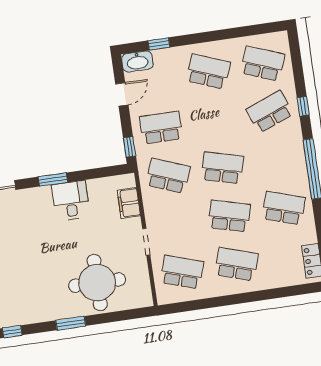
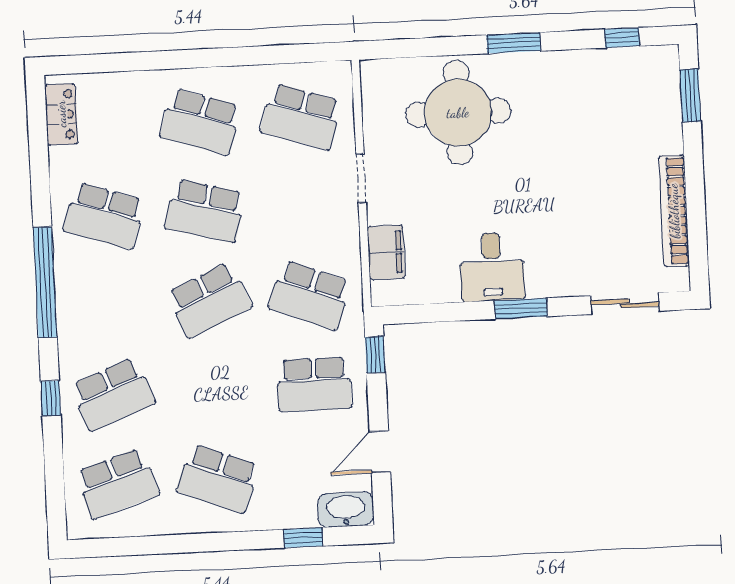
school desk: (263, 64) -> (117, 484), turned -39
school desk: (222, 168) -> (209, 300), turned -39

